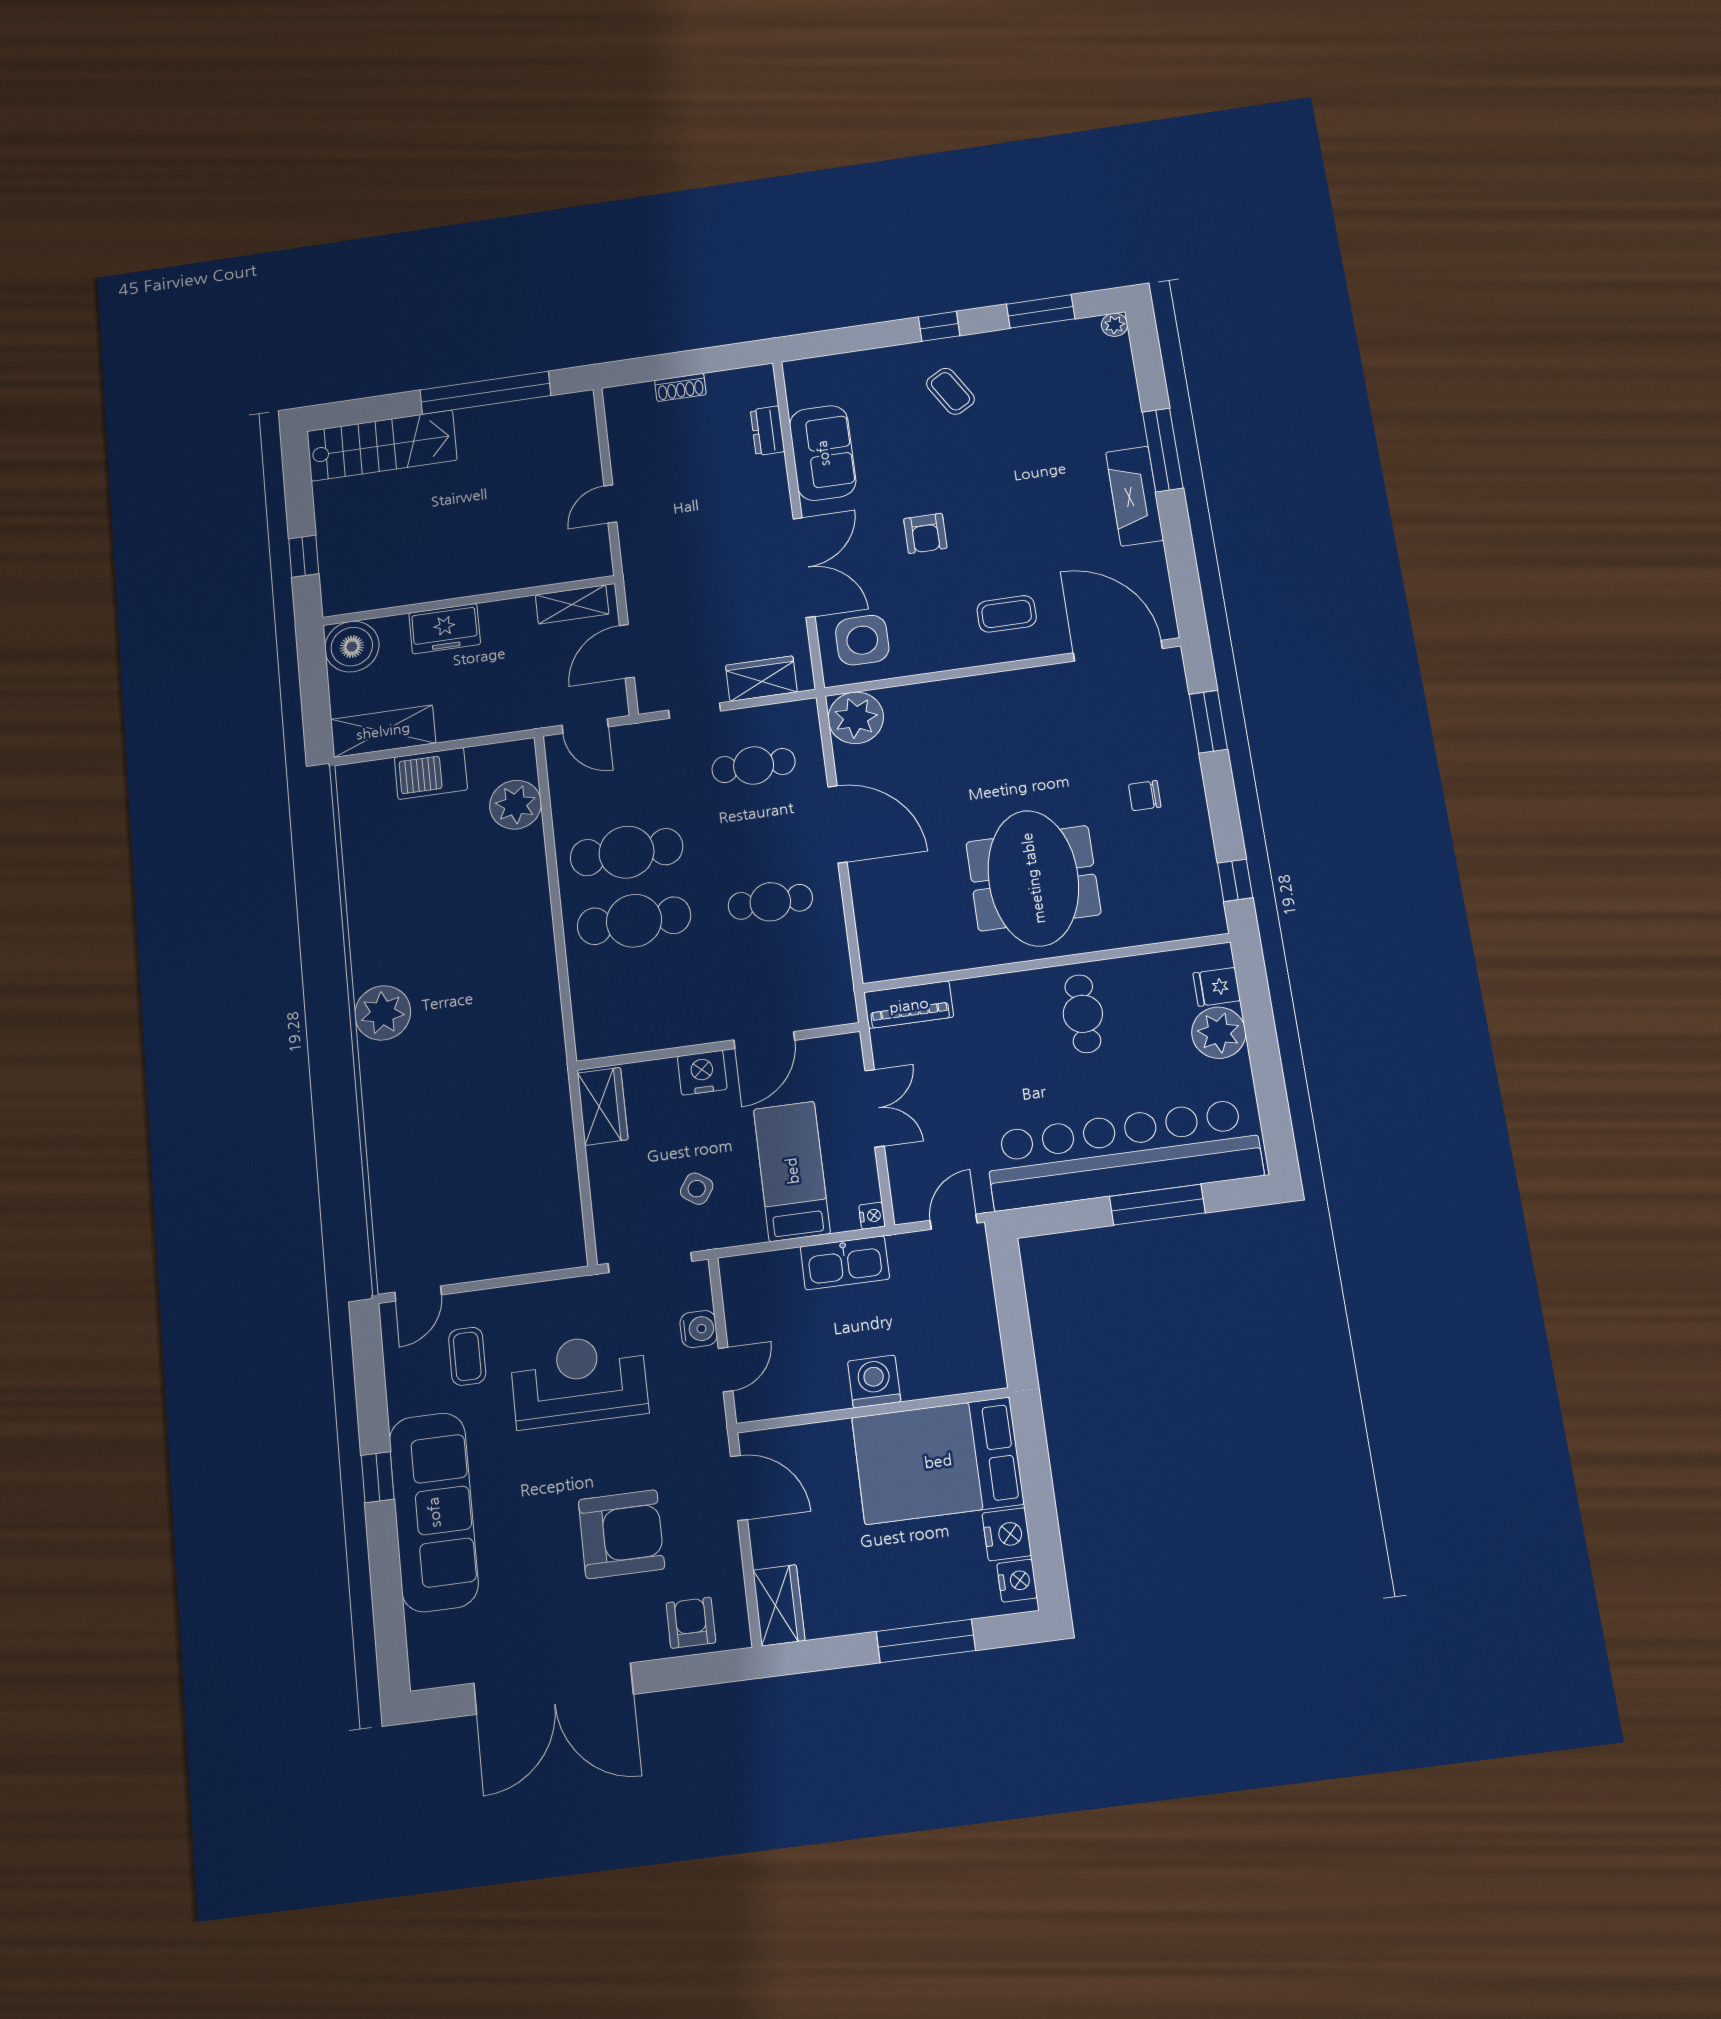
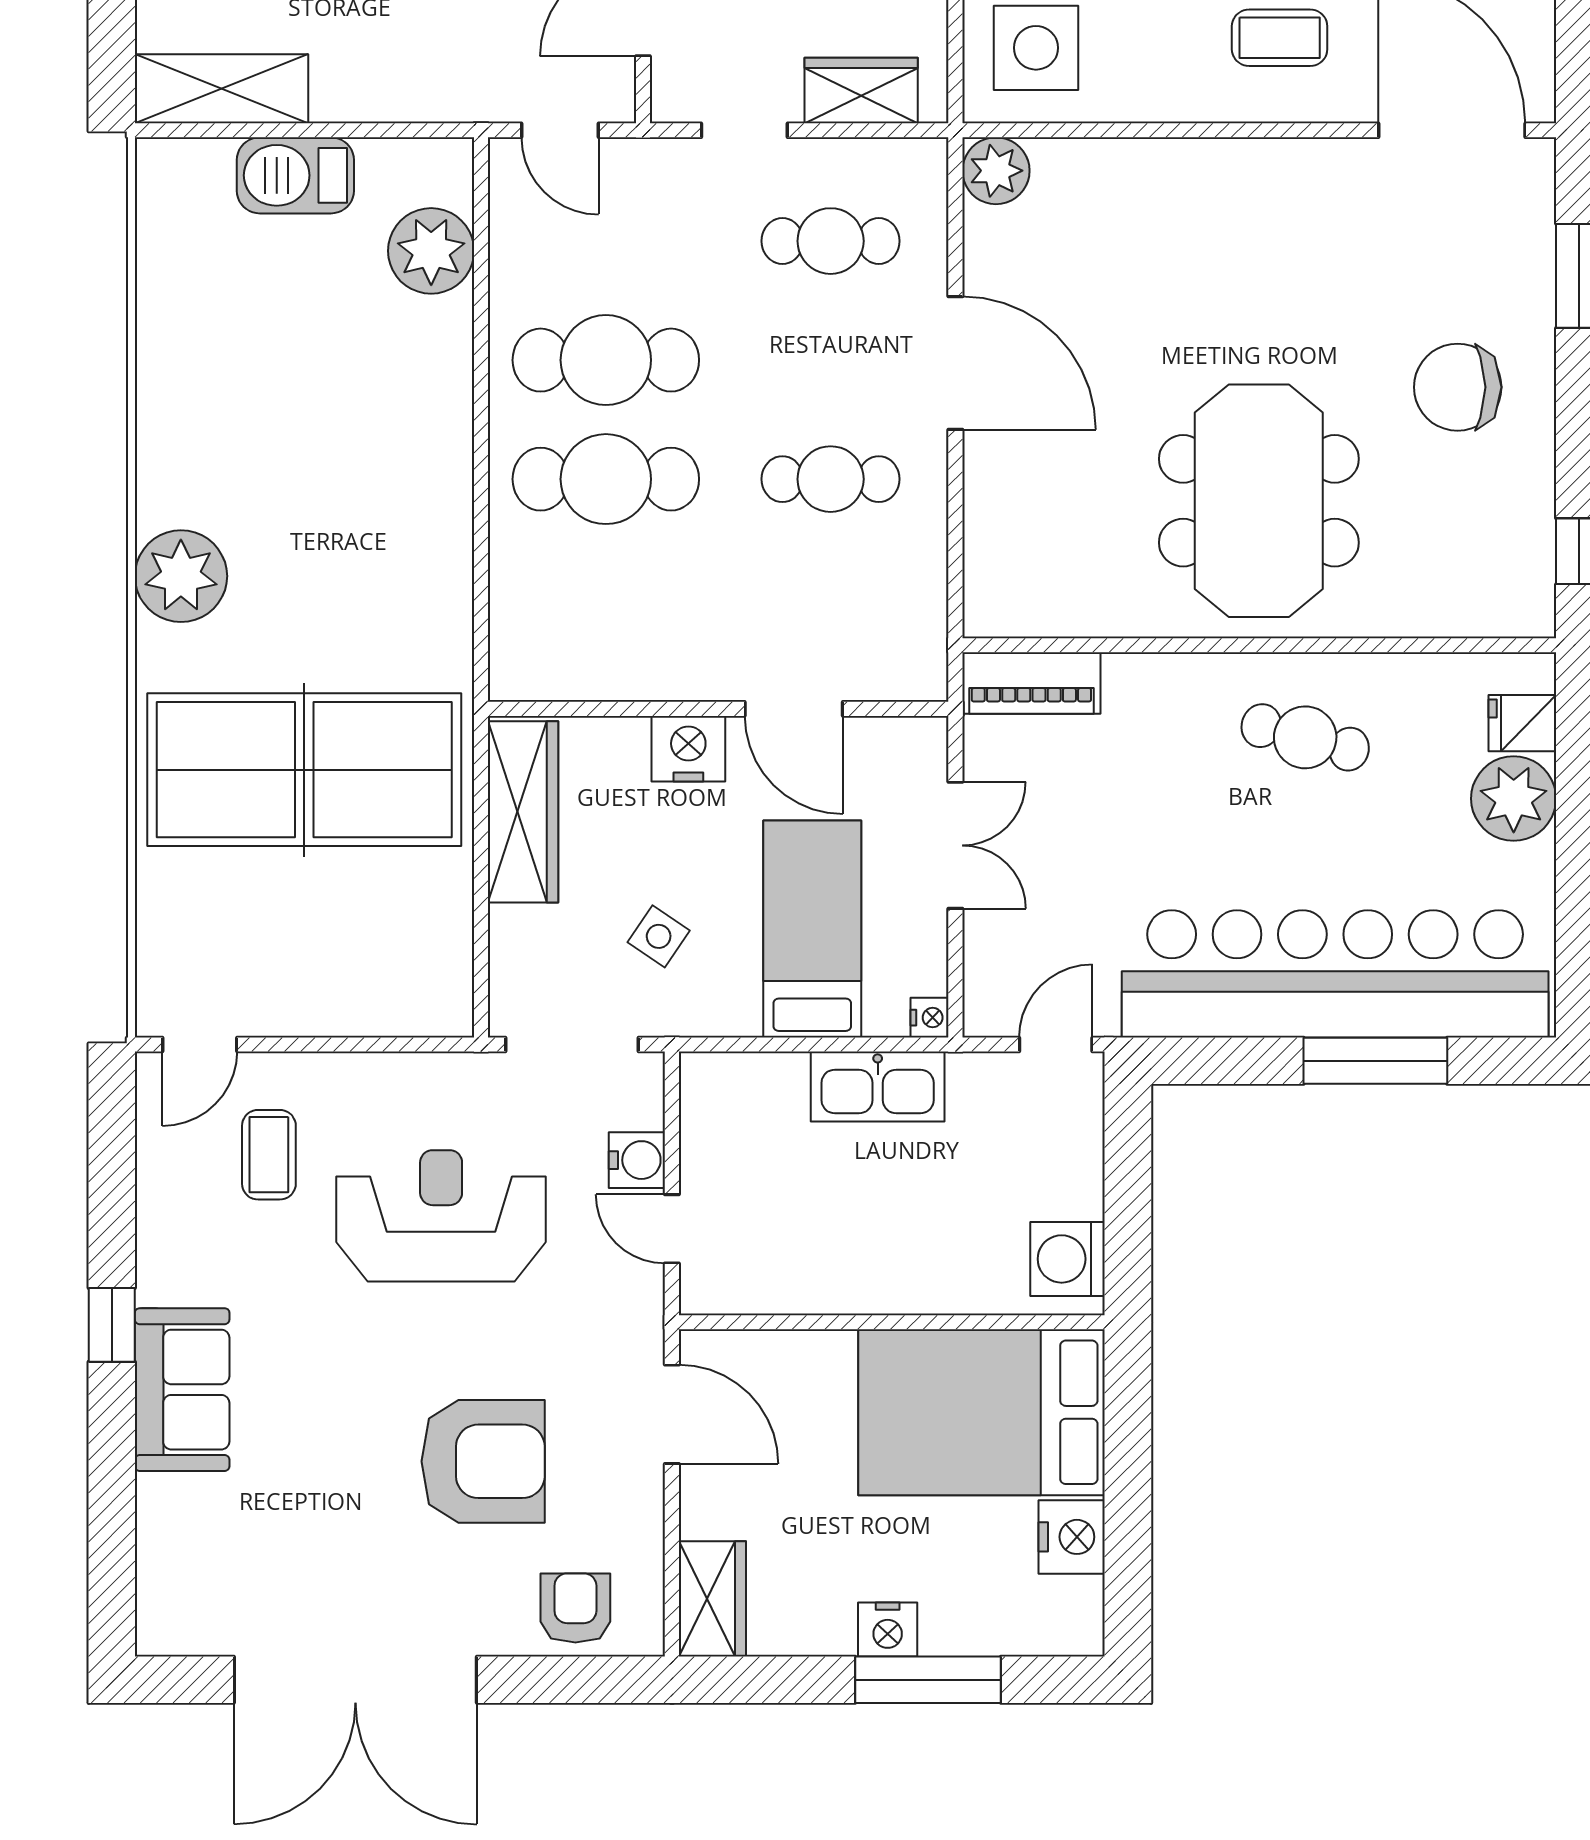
plant: (856, 718) -> (996, 171), width x0.73, depth x0.73
chair: (1145, 796) -> (1458, 387), width x1.87, depth x1.87
cafe table: (1083, 1014) -> (1305, 737), turned -75
door: (764, 1040) -> (794, 709), hinge flipped
wardrobe: (603, 1106) -> (523, 812), width x1.50
table tennis table: (468, 1117) -> (304, 770), added
door: (726, 1369) -> (672, 1229), swing flipped
washing machine: (874, 1381) -> (1068, 1259), moved, turned -90
sofa: (434, 1512) -> (182, 1390), width x0.54, depth x0.79
nightstand: (1017, 1581) -> (888, 1630), moved, turned 90

